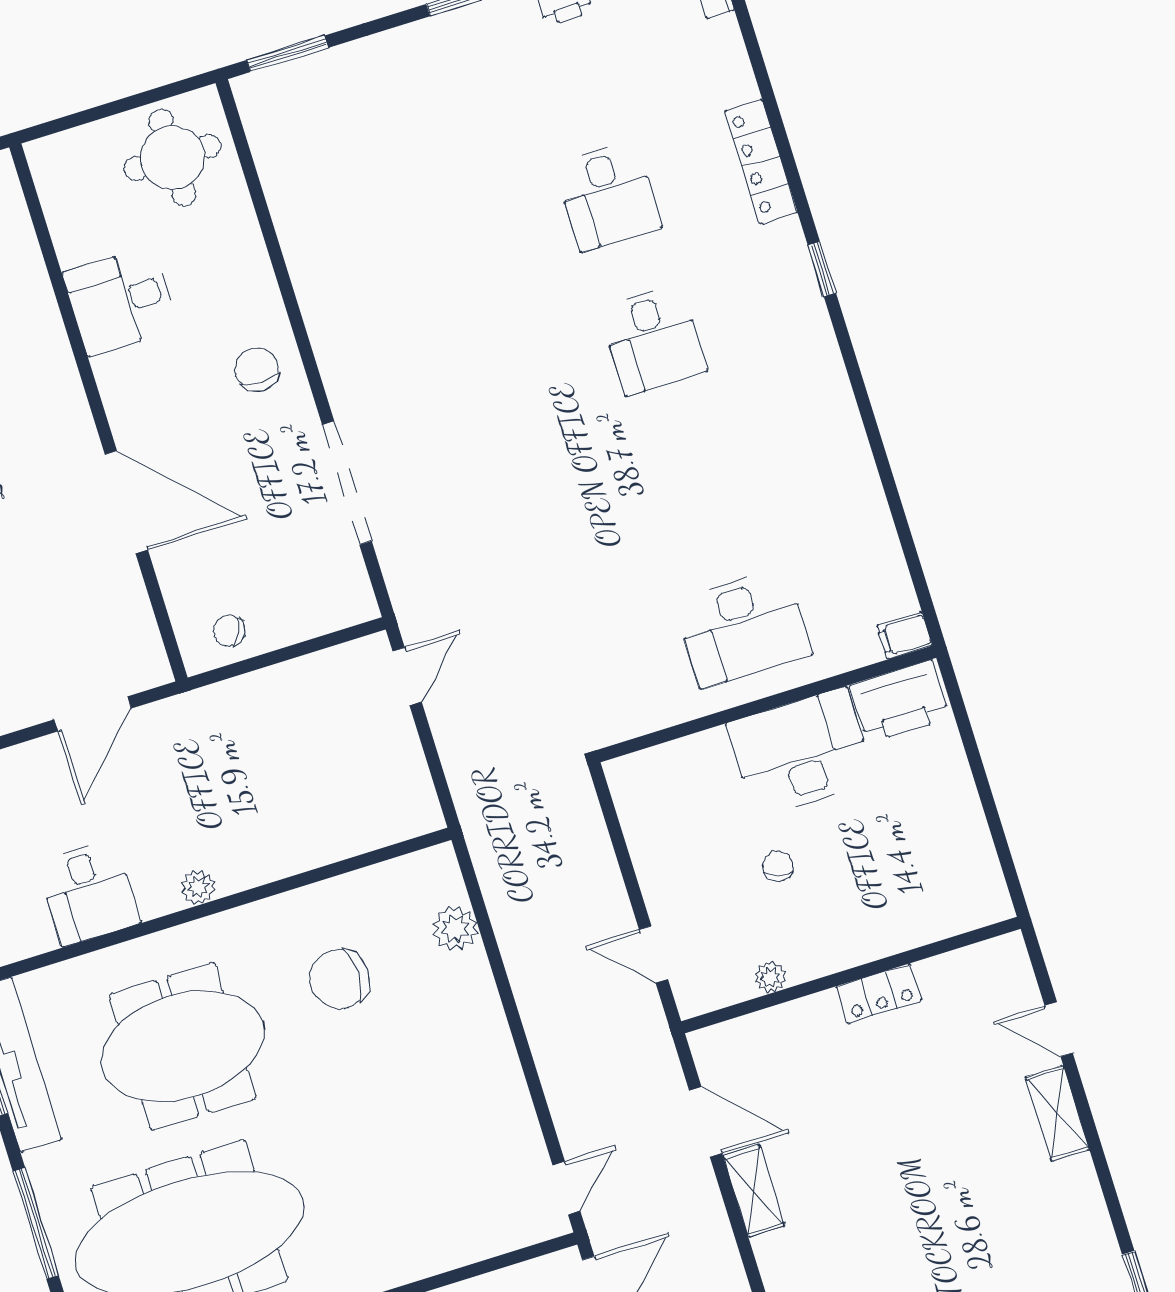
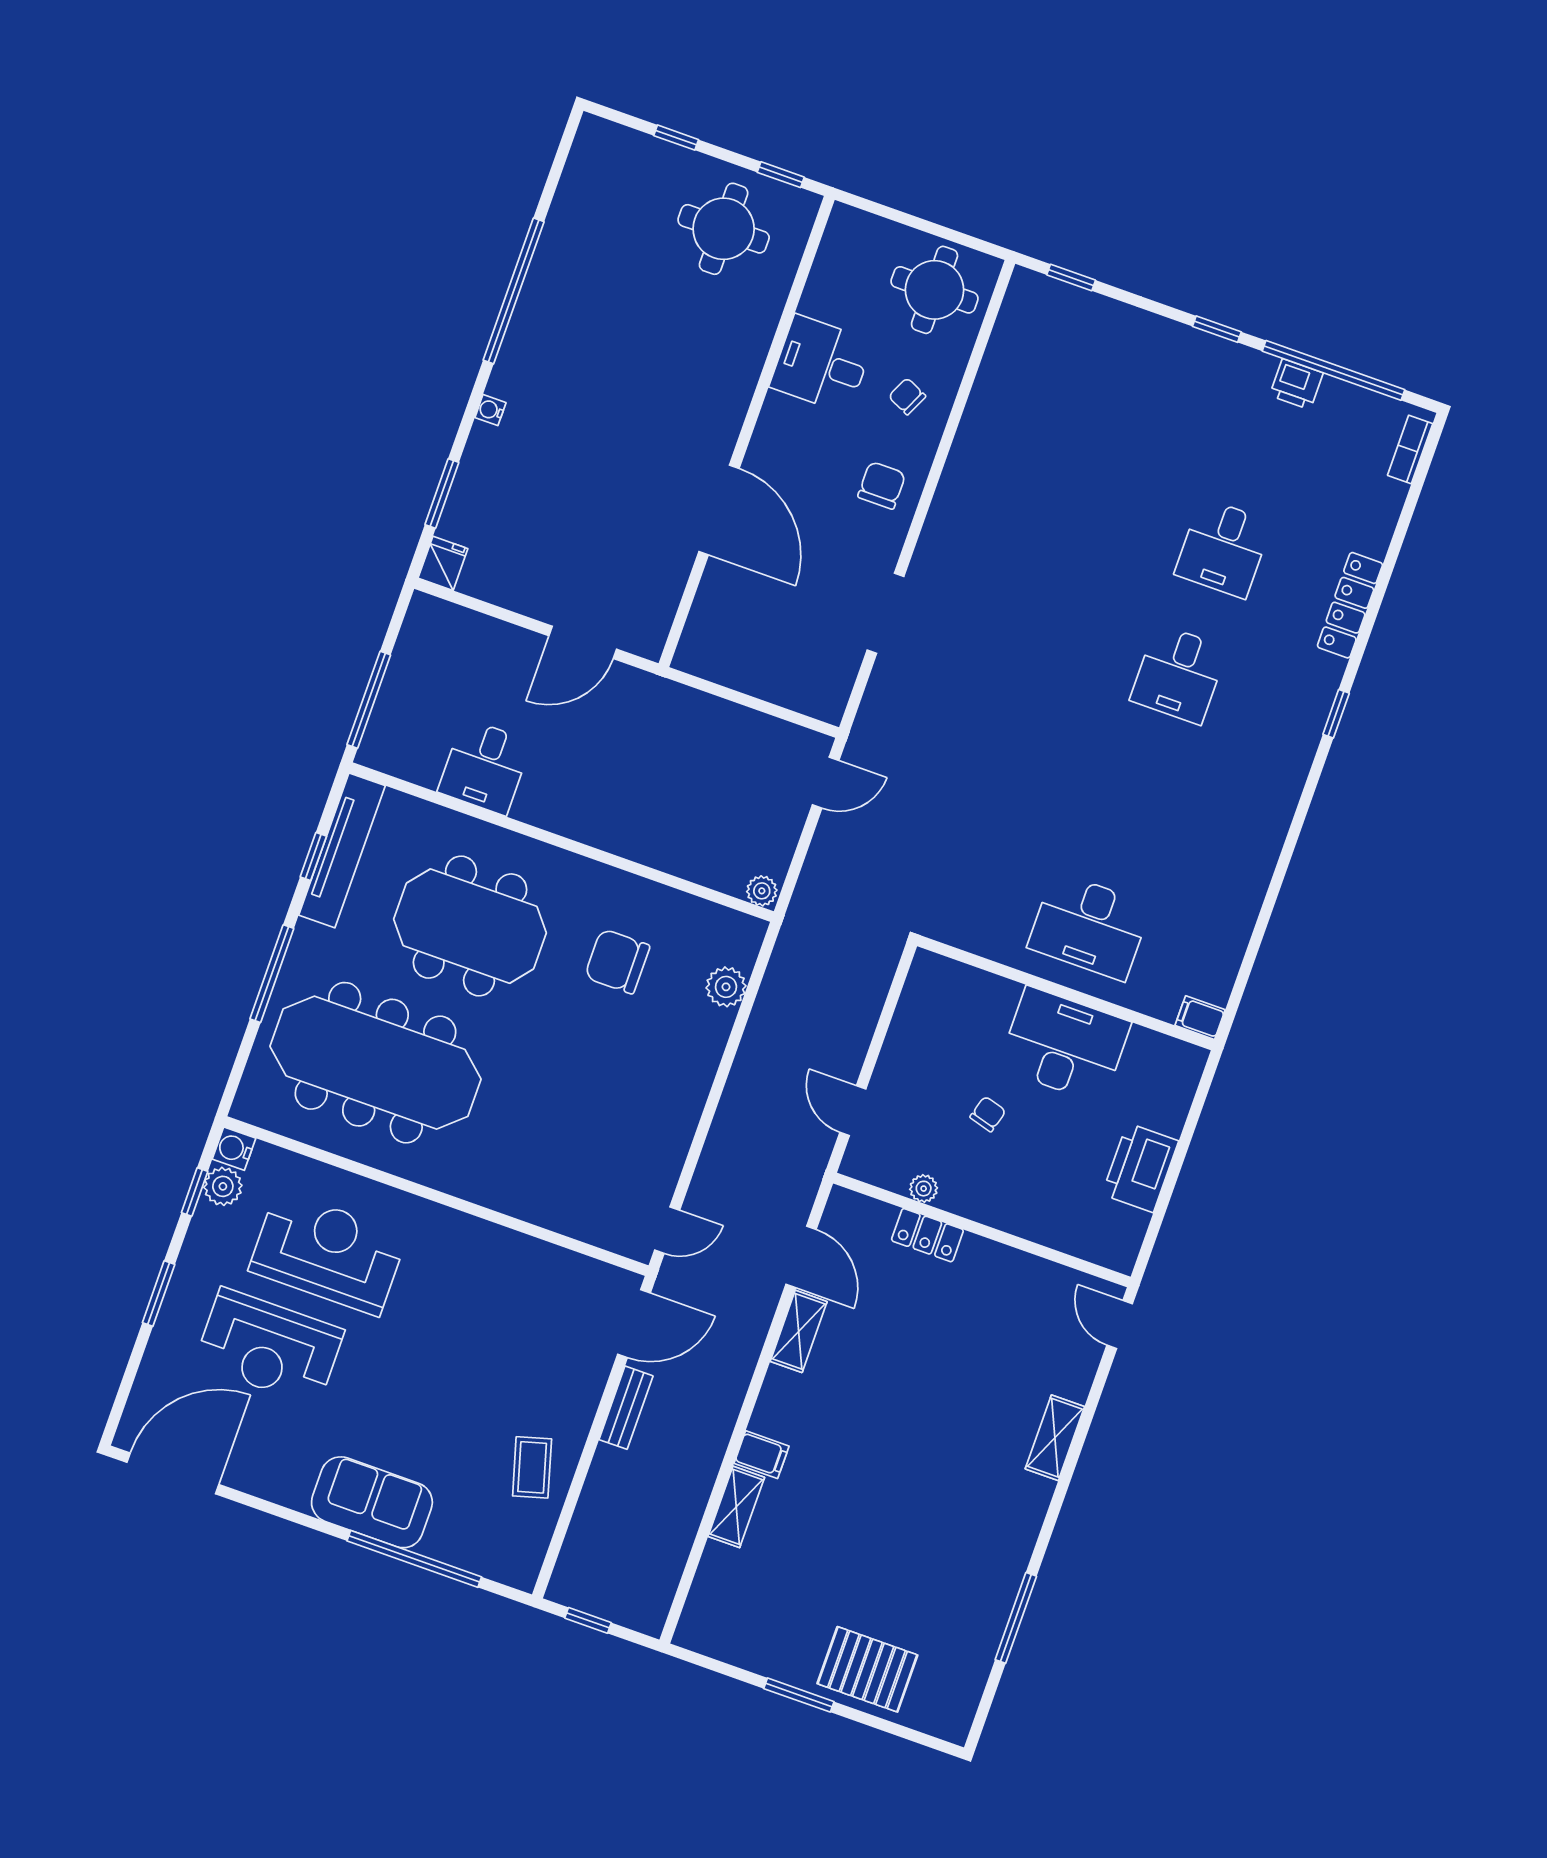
window: (288, 54) -> (1071, 278), width x0.67
doorway: (347, 483) -> (886, 613), width x0.73
chair: (229, 631) -> (907, 396), moved
printer: (900, 701) -> (1140, 1168), moved, turned 90
plant: (198, 887) -> (762, 891), moved
locker: (879, 994) -> (927, 1235), moved
door: (1059, 1029) -> (1120, 1324), moved

